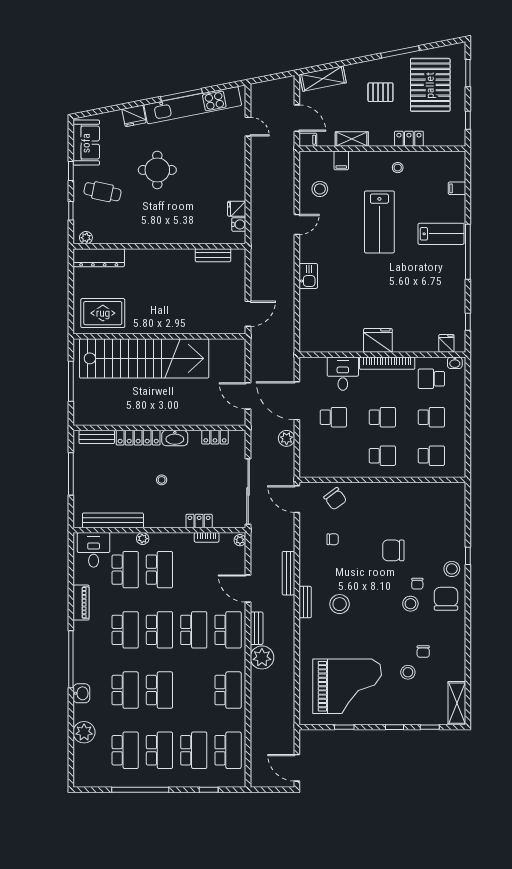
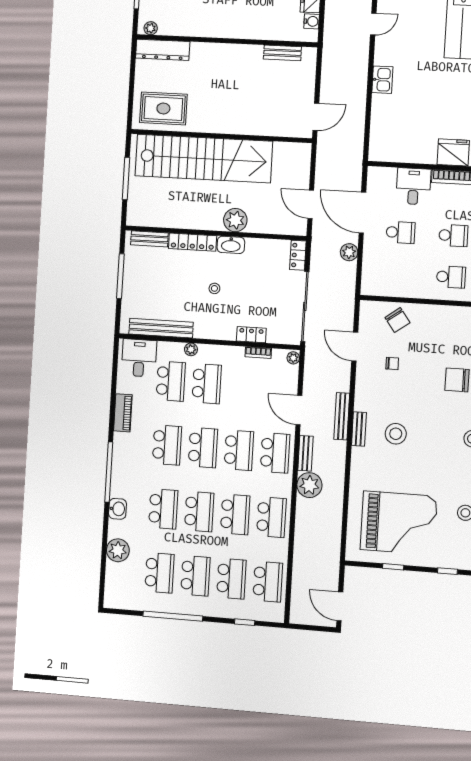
plant: (178, 415) -> (235, 220), added
locker: (215, 437) -> (298, 255), moved, turned 90
door: (297, 499) -> (355, 347), moved
bench: (288, 573) -> (342, 416), moved
school desk: (194, 690) -> (235, 514), added

